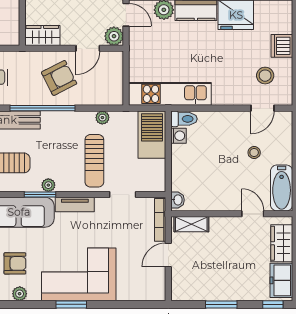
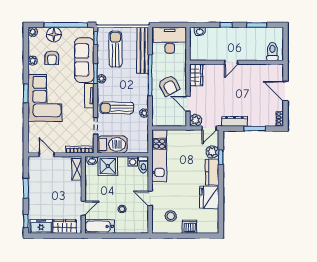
door: (263, 108) -> (150, 199), moved
barbecue: (152, 135) -> (112, 144), moved
shower: (186, 175) -> (108, 166), added
door: (168, 255) -> (47, 155), moved

